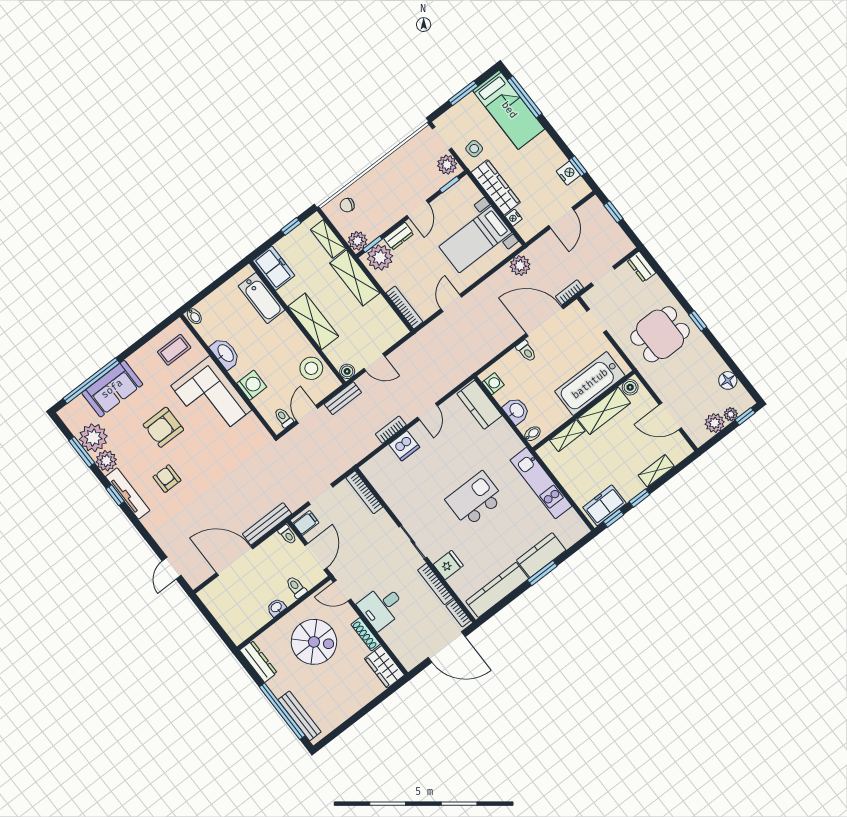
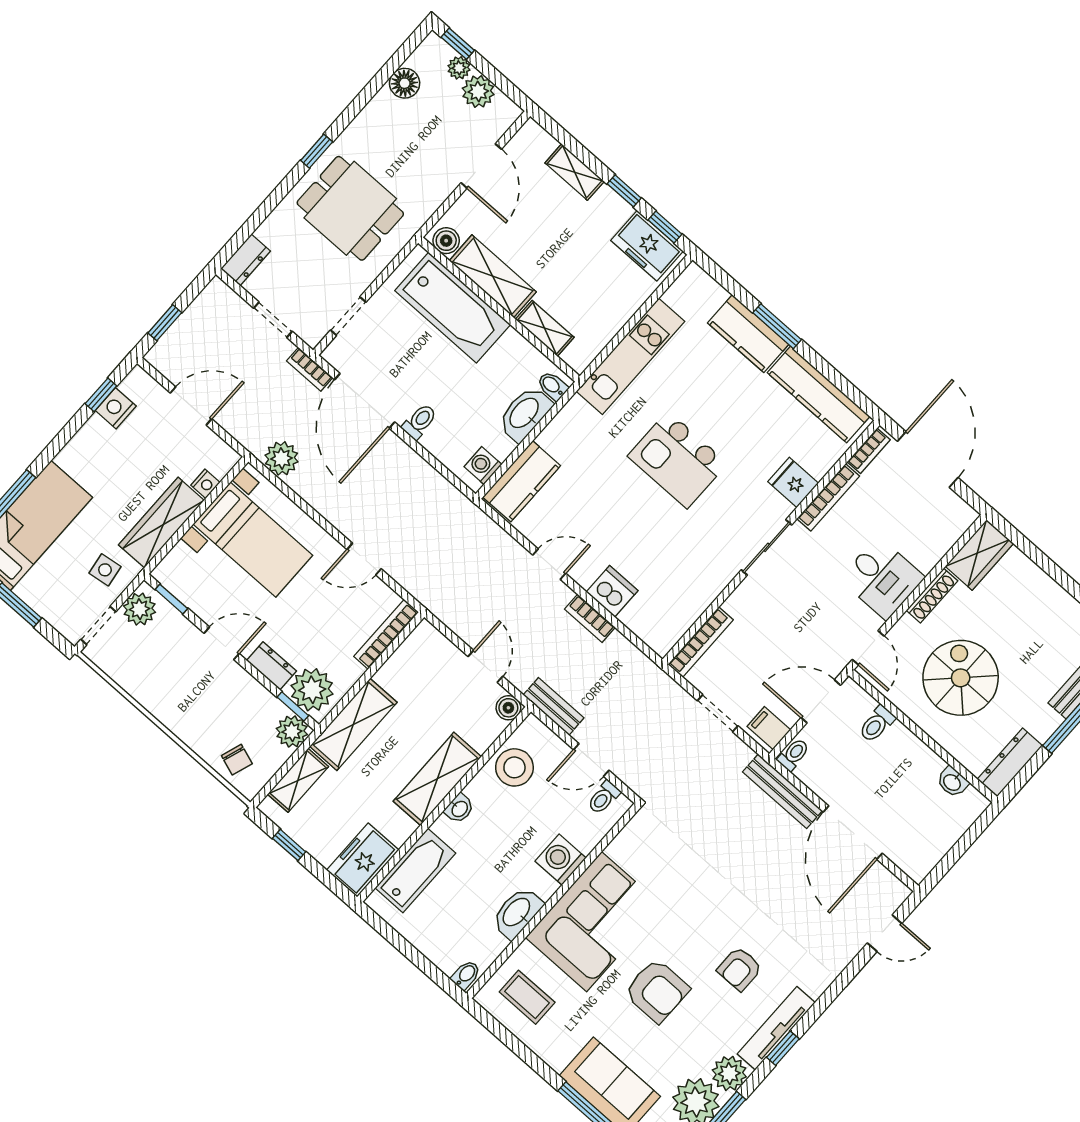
washbasin: (293, 331) -> (459, 809), added
washbasin: (516, 411) -> (525, 414), width x1.38
washbasin: (276, 607) -> (952, 782), moved

